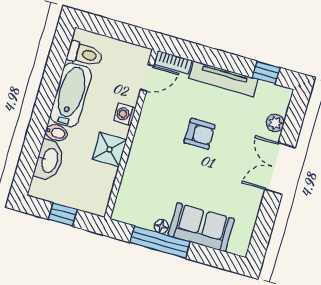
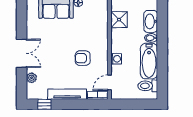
armchair: (200, 134) -> (83, 58), moved
shower: (109, 149) -> (119, 20), moved

